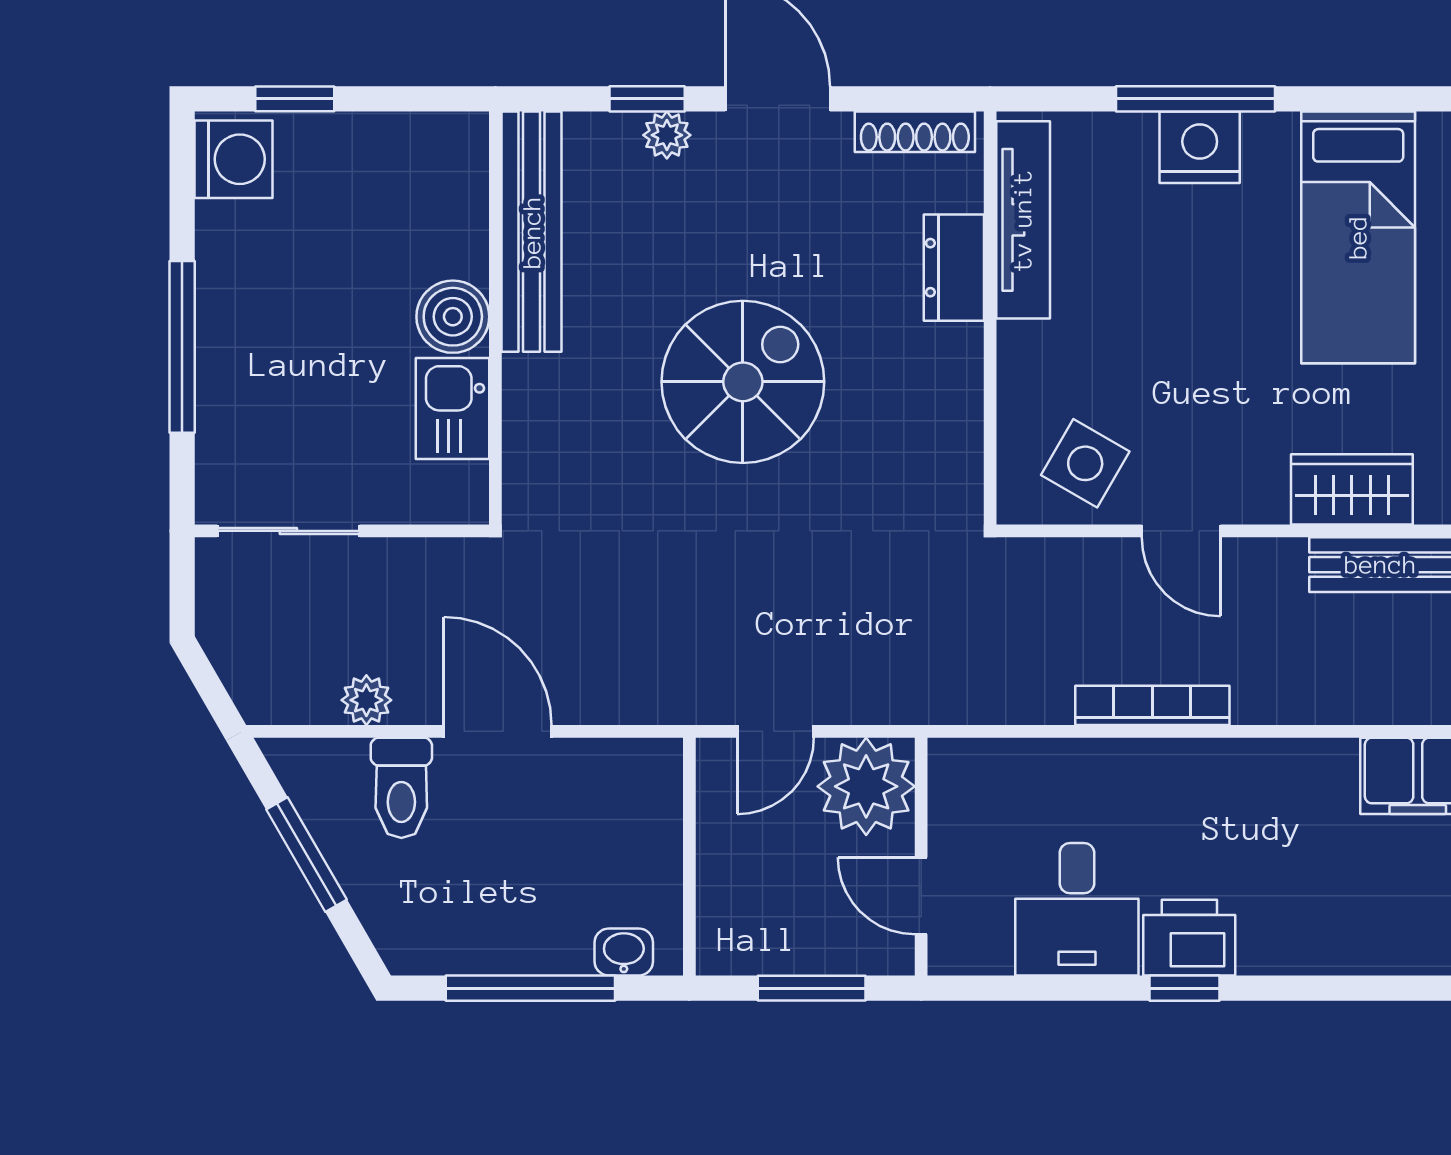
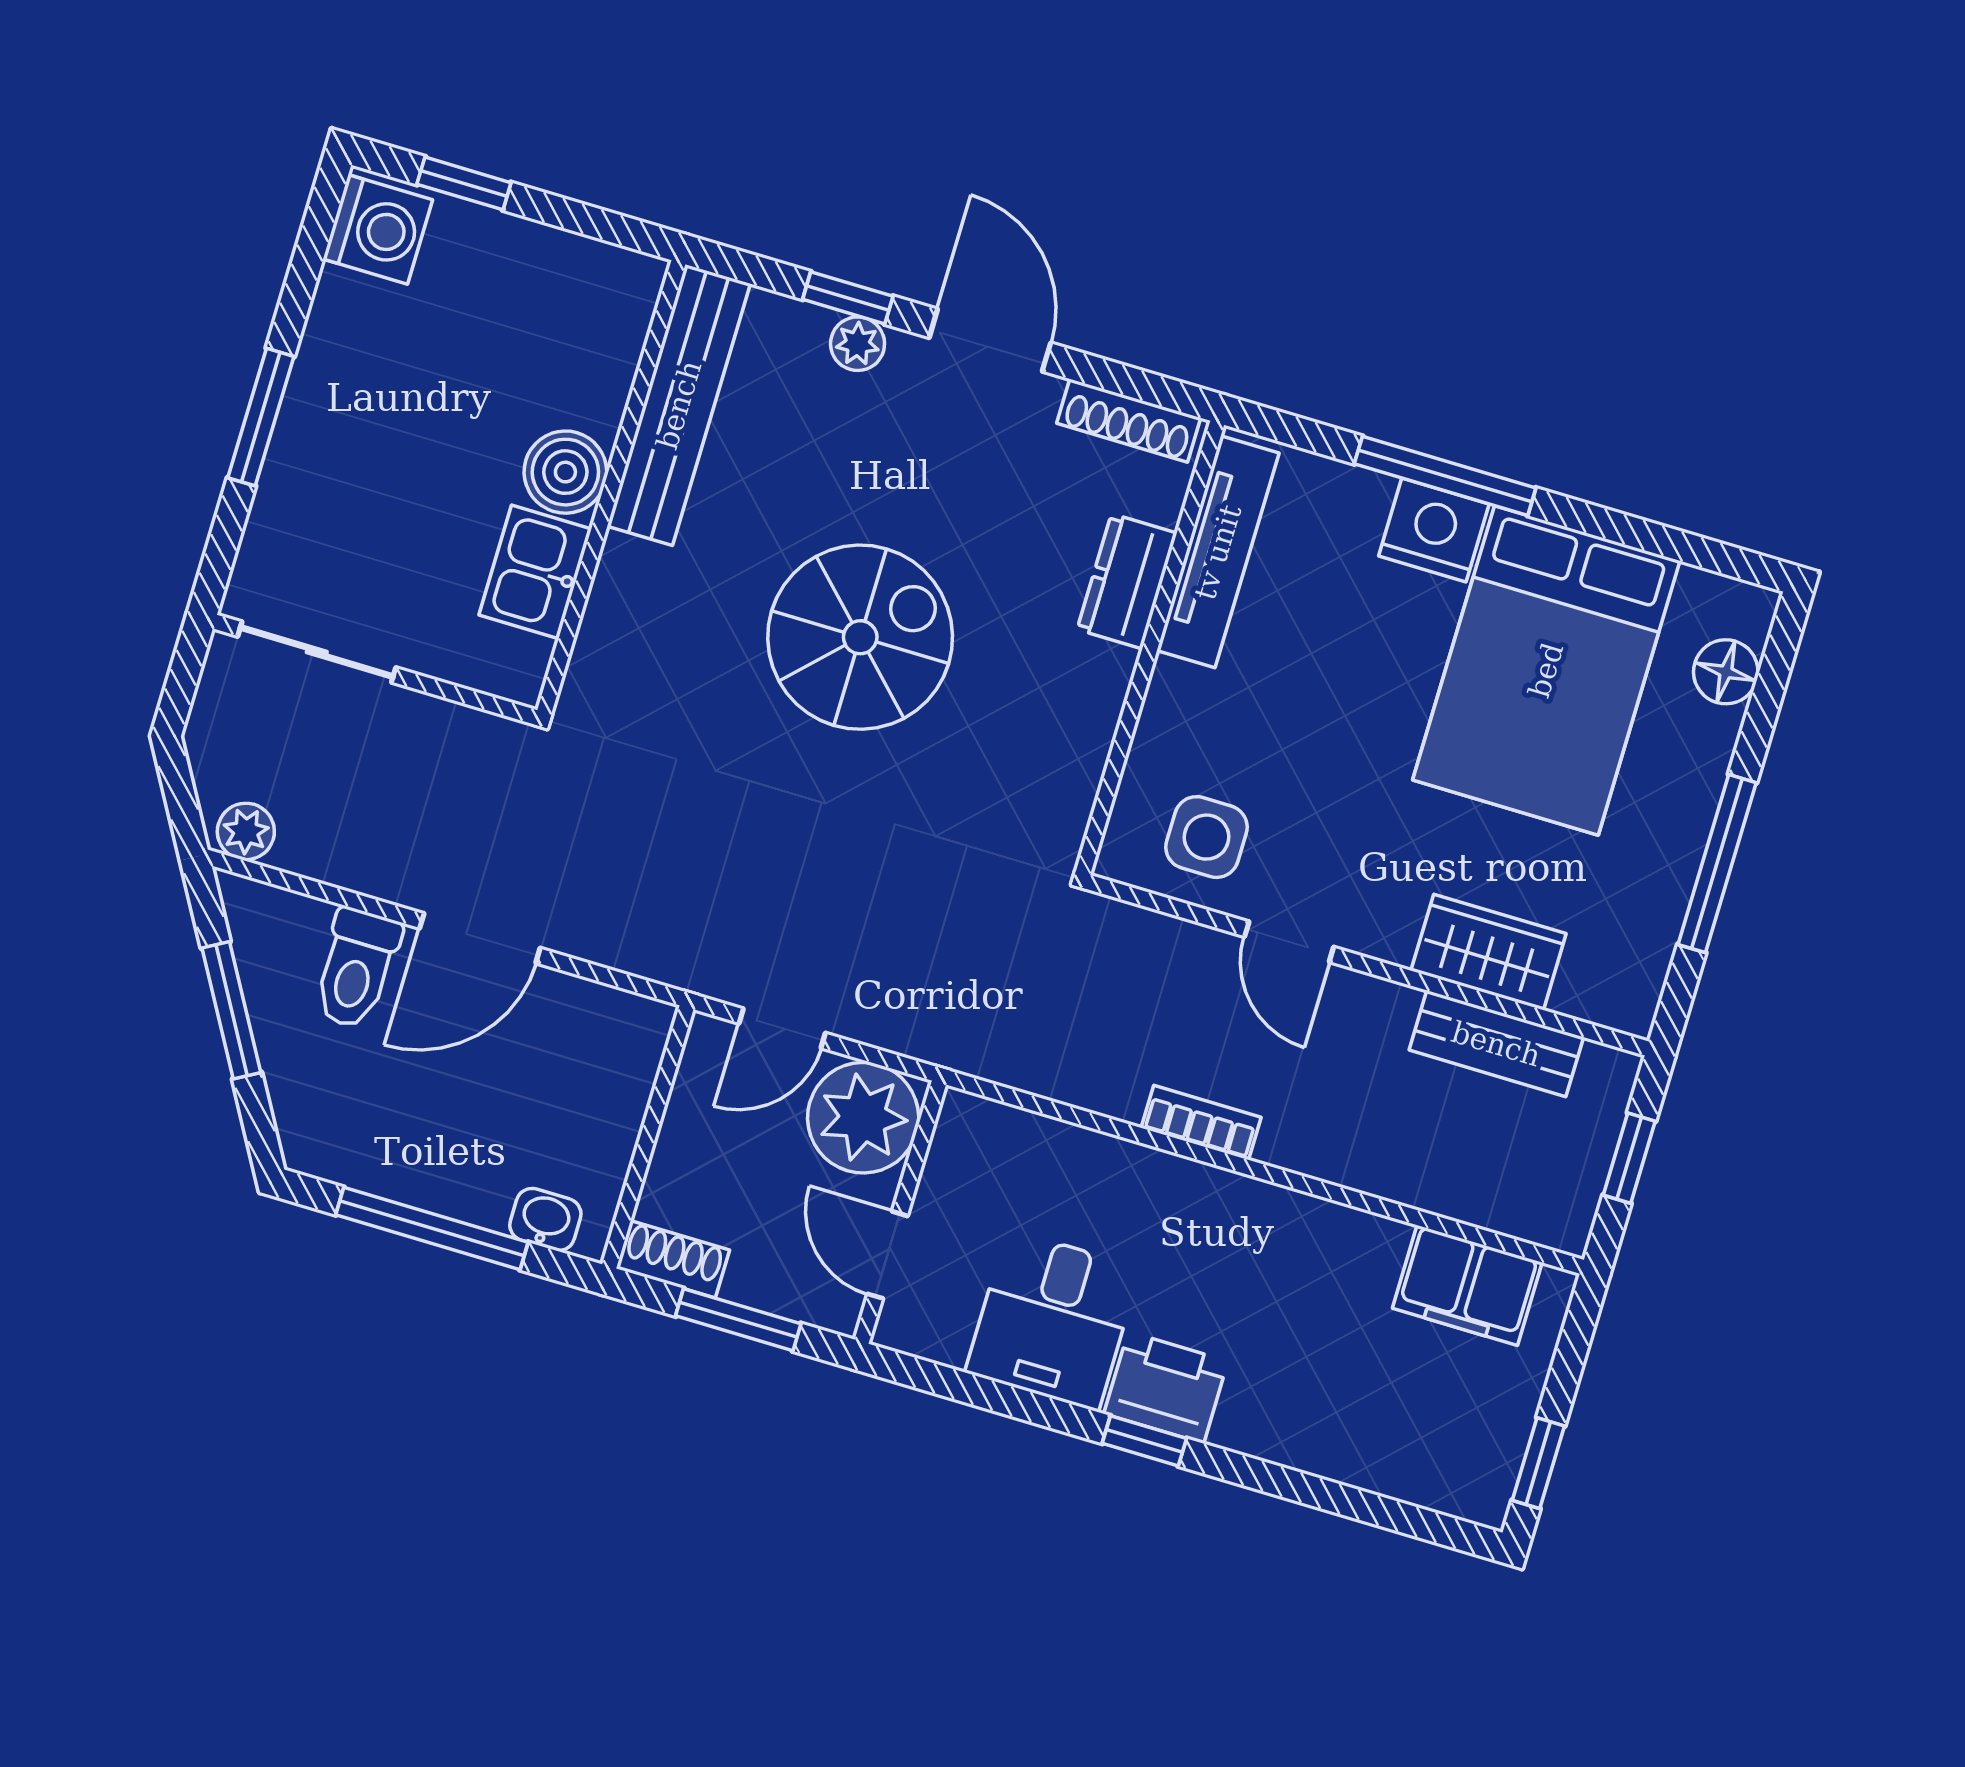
bed: (1358, 237) -> (1546, 670), width x1.50
window: (182, 347) -> (261, 417), width x0.69
side table: (1085, 463) -> (1207, 837), turned -30
plant: (366, 700) -> (246, 831), moved
bookcase: (1152, 705) -> (1201, 1122), width x0.64
door: (498, 731) -> (480, 938), swing flipped
shoe rack: (741, 953) -> (673, 1259), added

